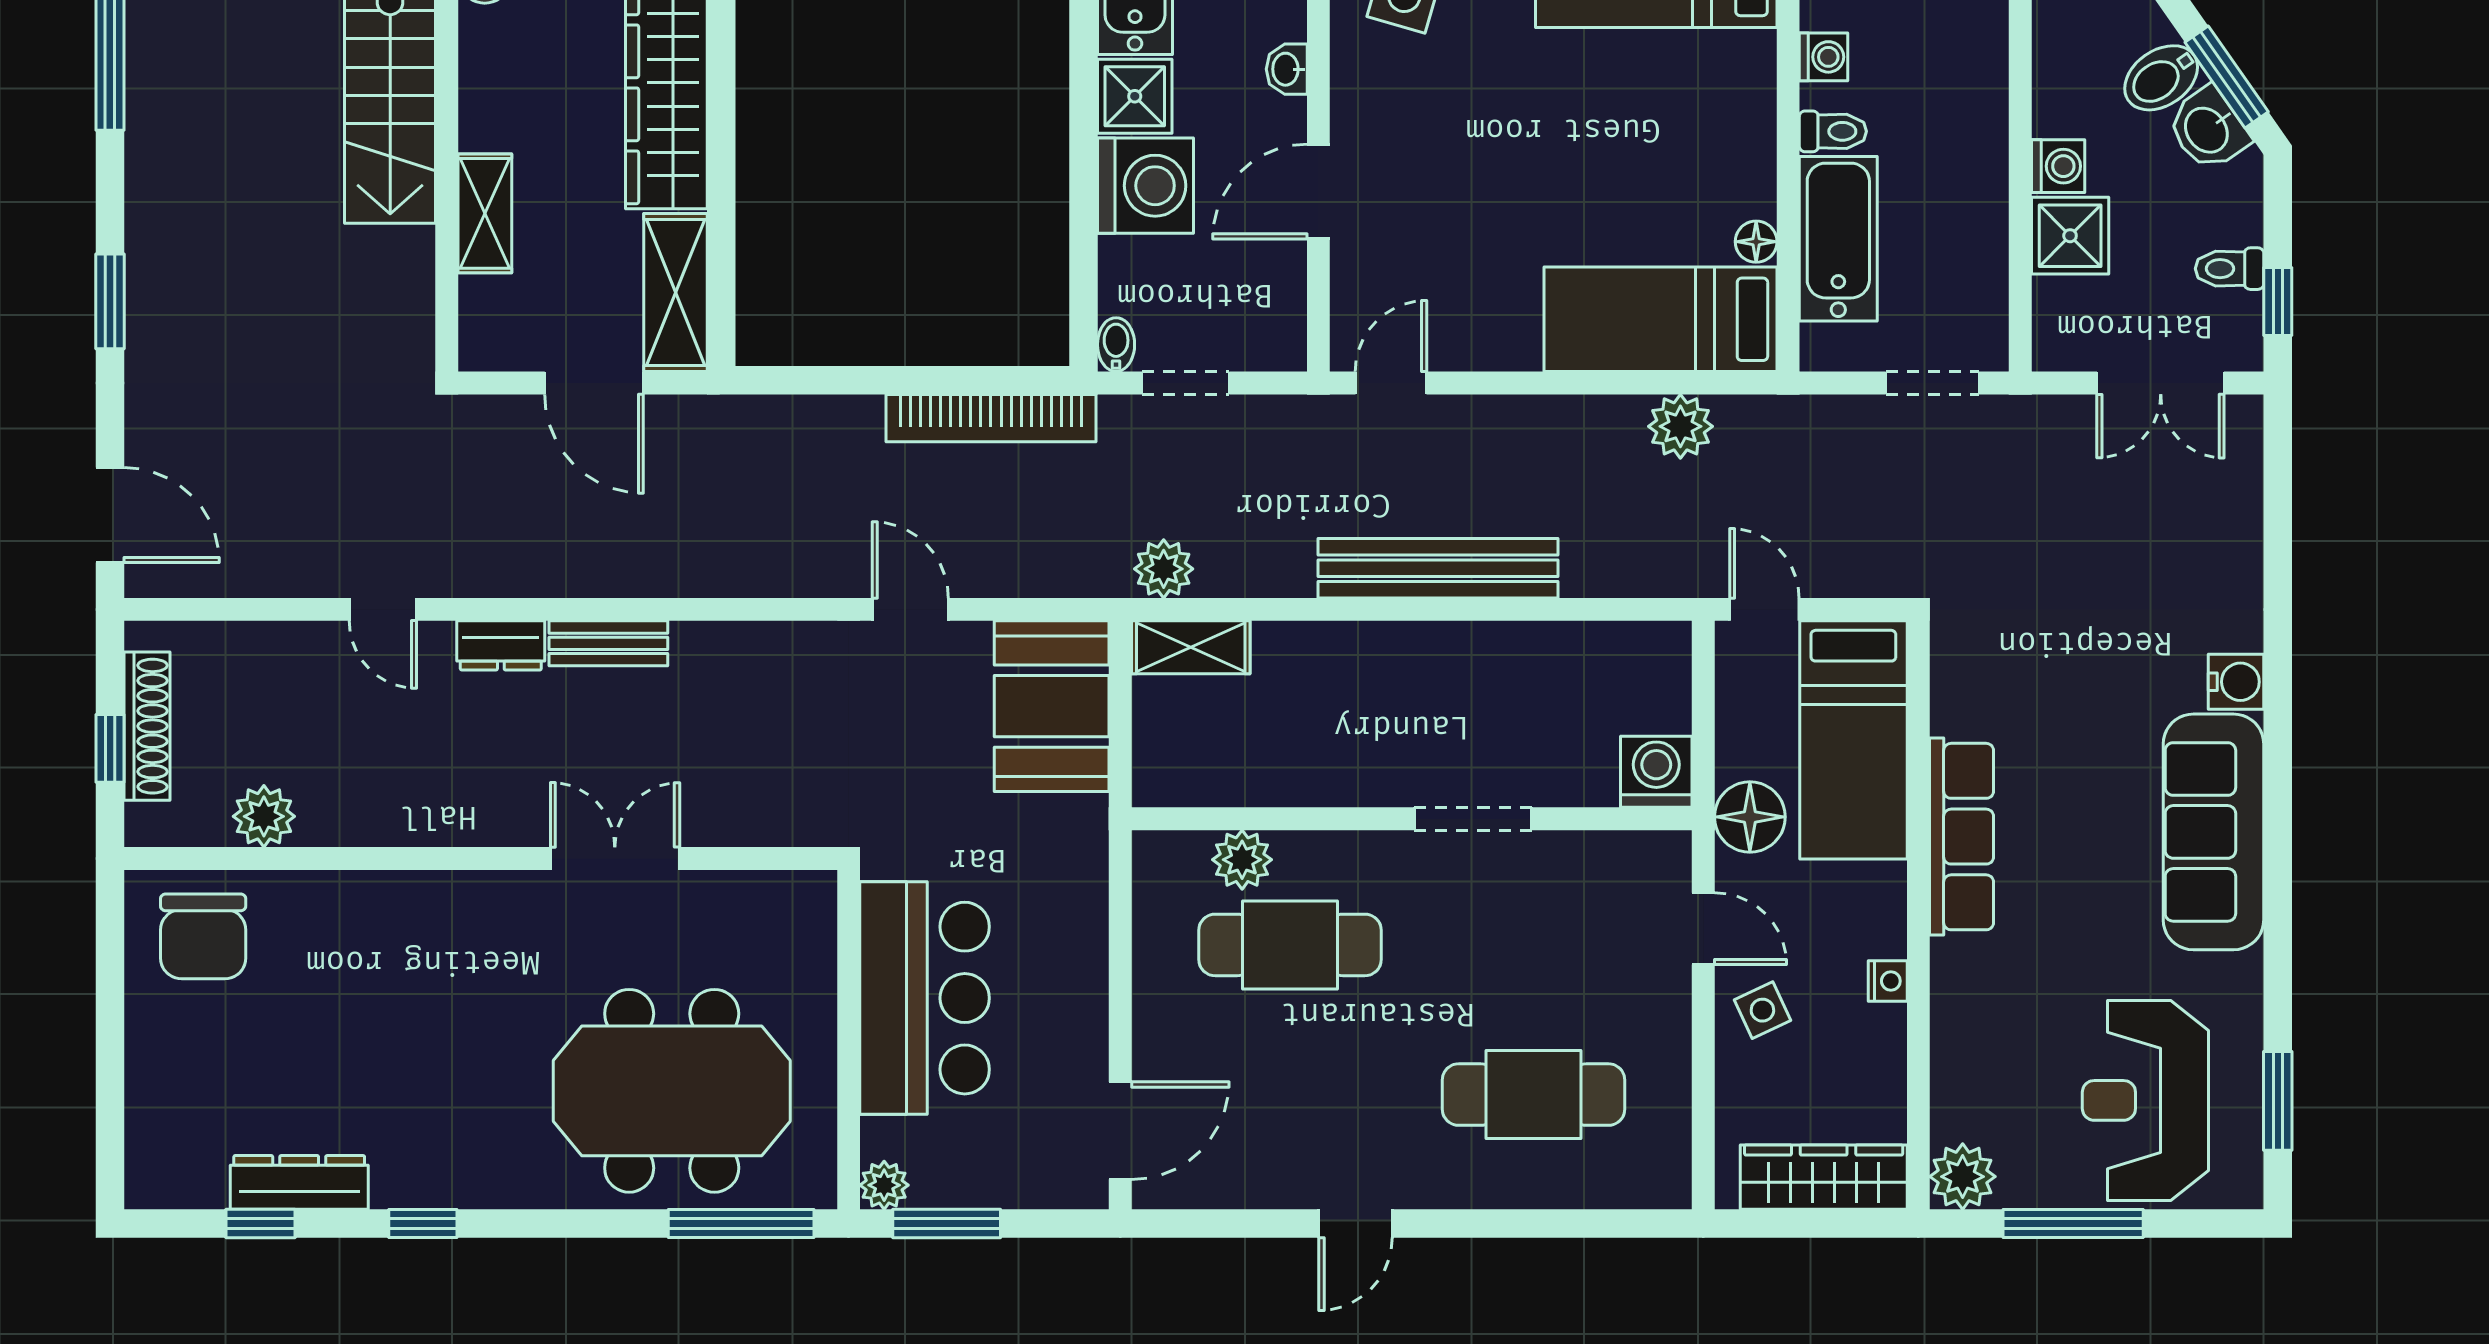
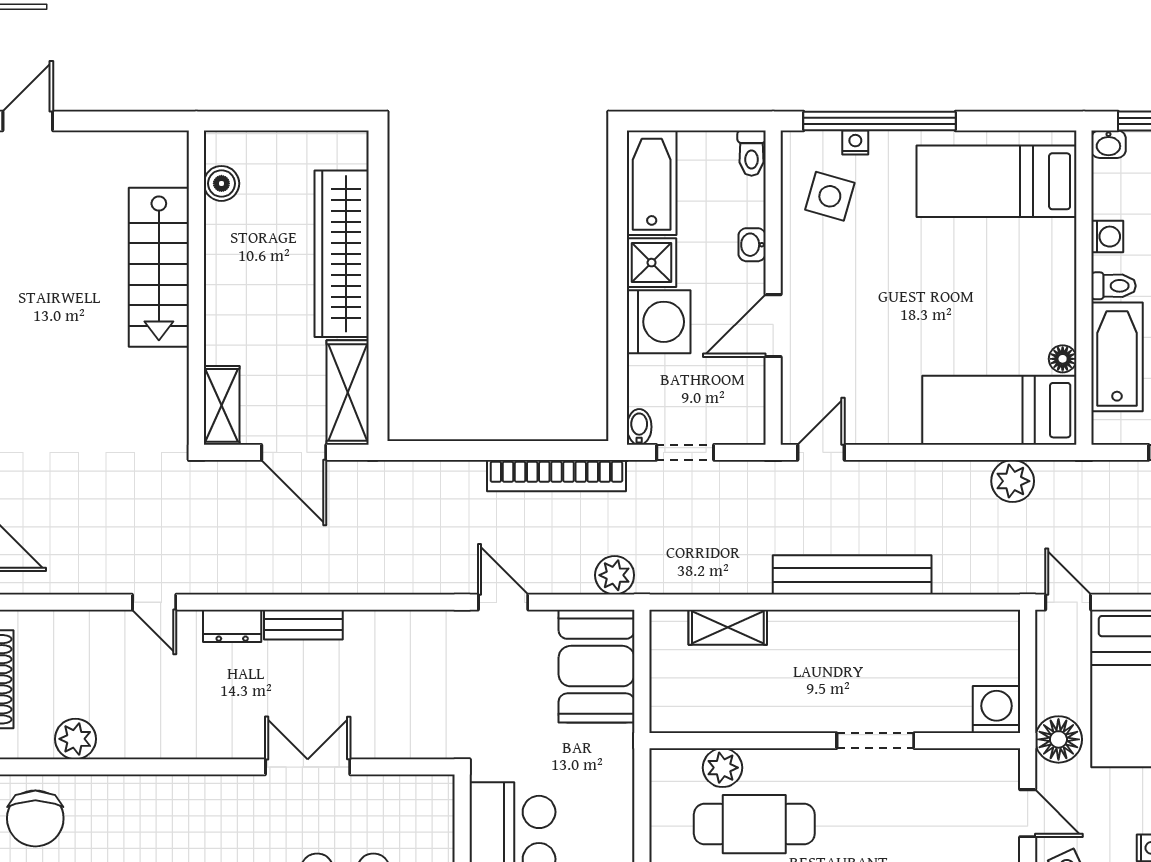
shelving: (485, 213) -> (222, 405), moved
plant: (1164, 569) -> (615, 575), moved
shelving: (1191, 647) -> (728, 627), moved

